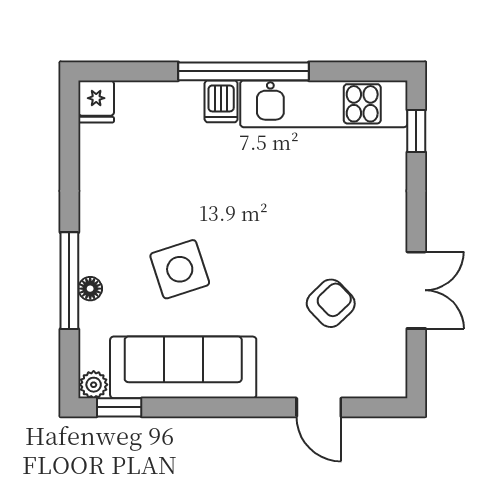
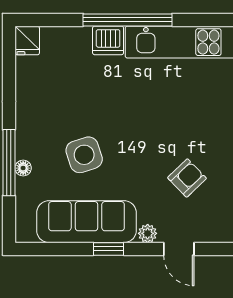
dishwasher: (221, 101) -> (108, 40), width x1.38
plant: (94, 385) -> (148, 233), moved
window: (119, 407) -> (109, 249), moved

